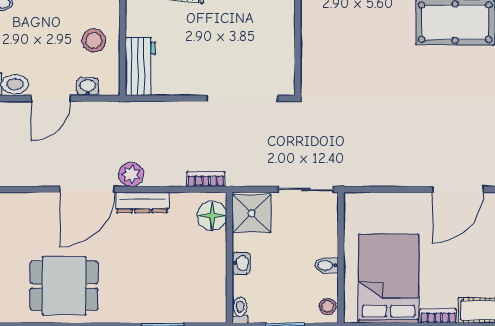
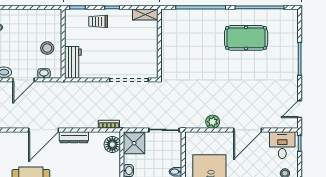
plant: (131, 174) -> (213, 122), moved

